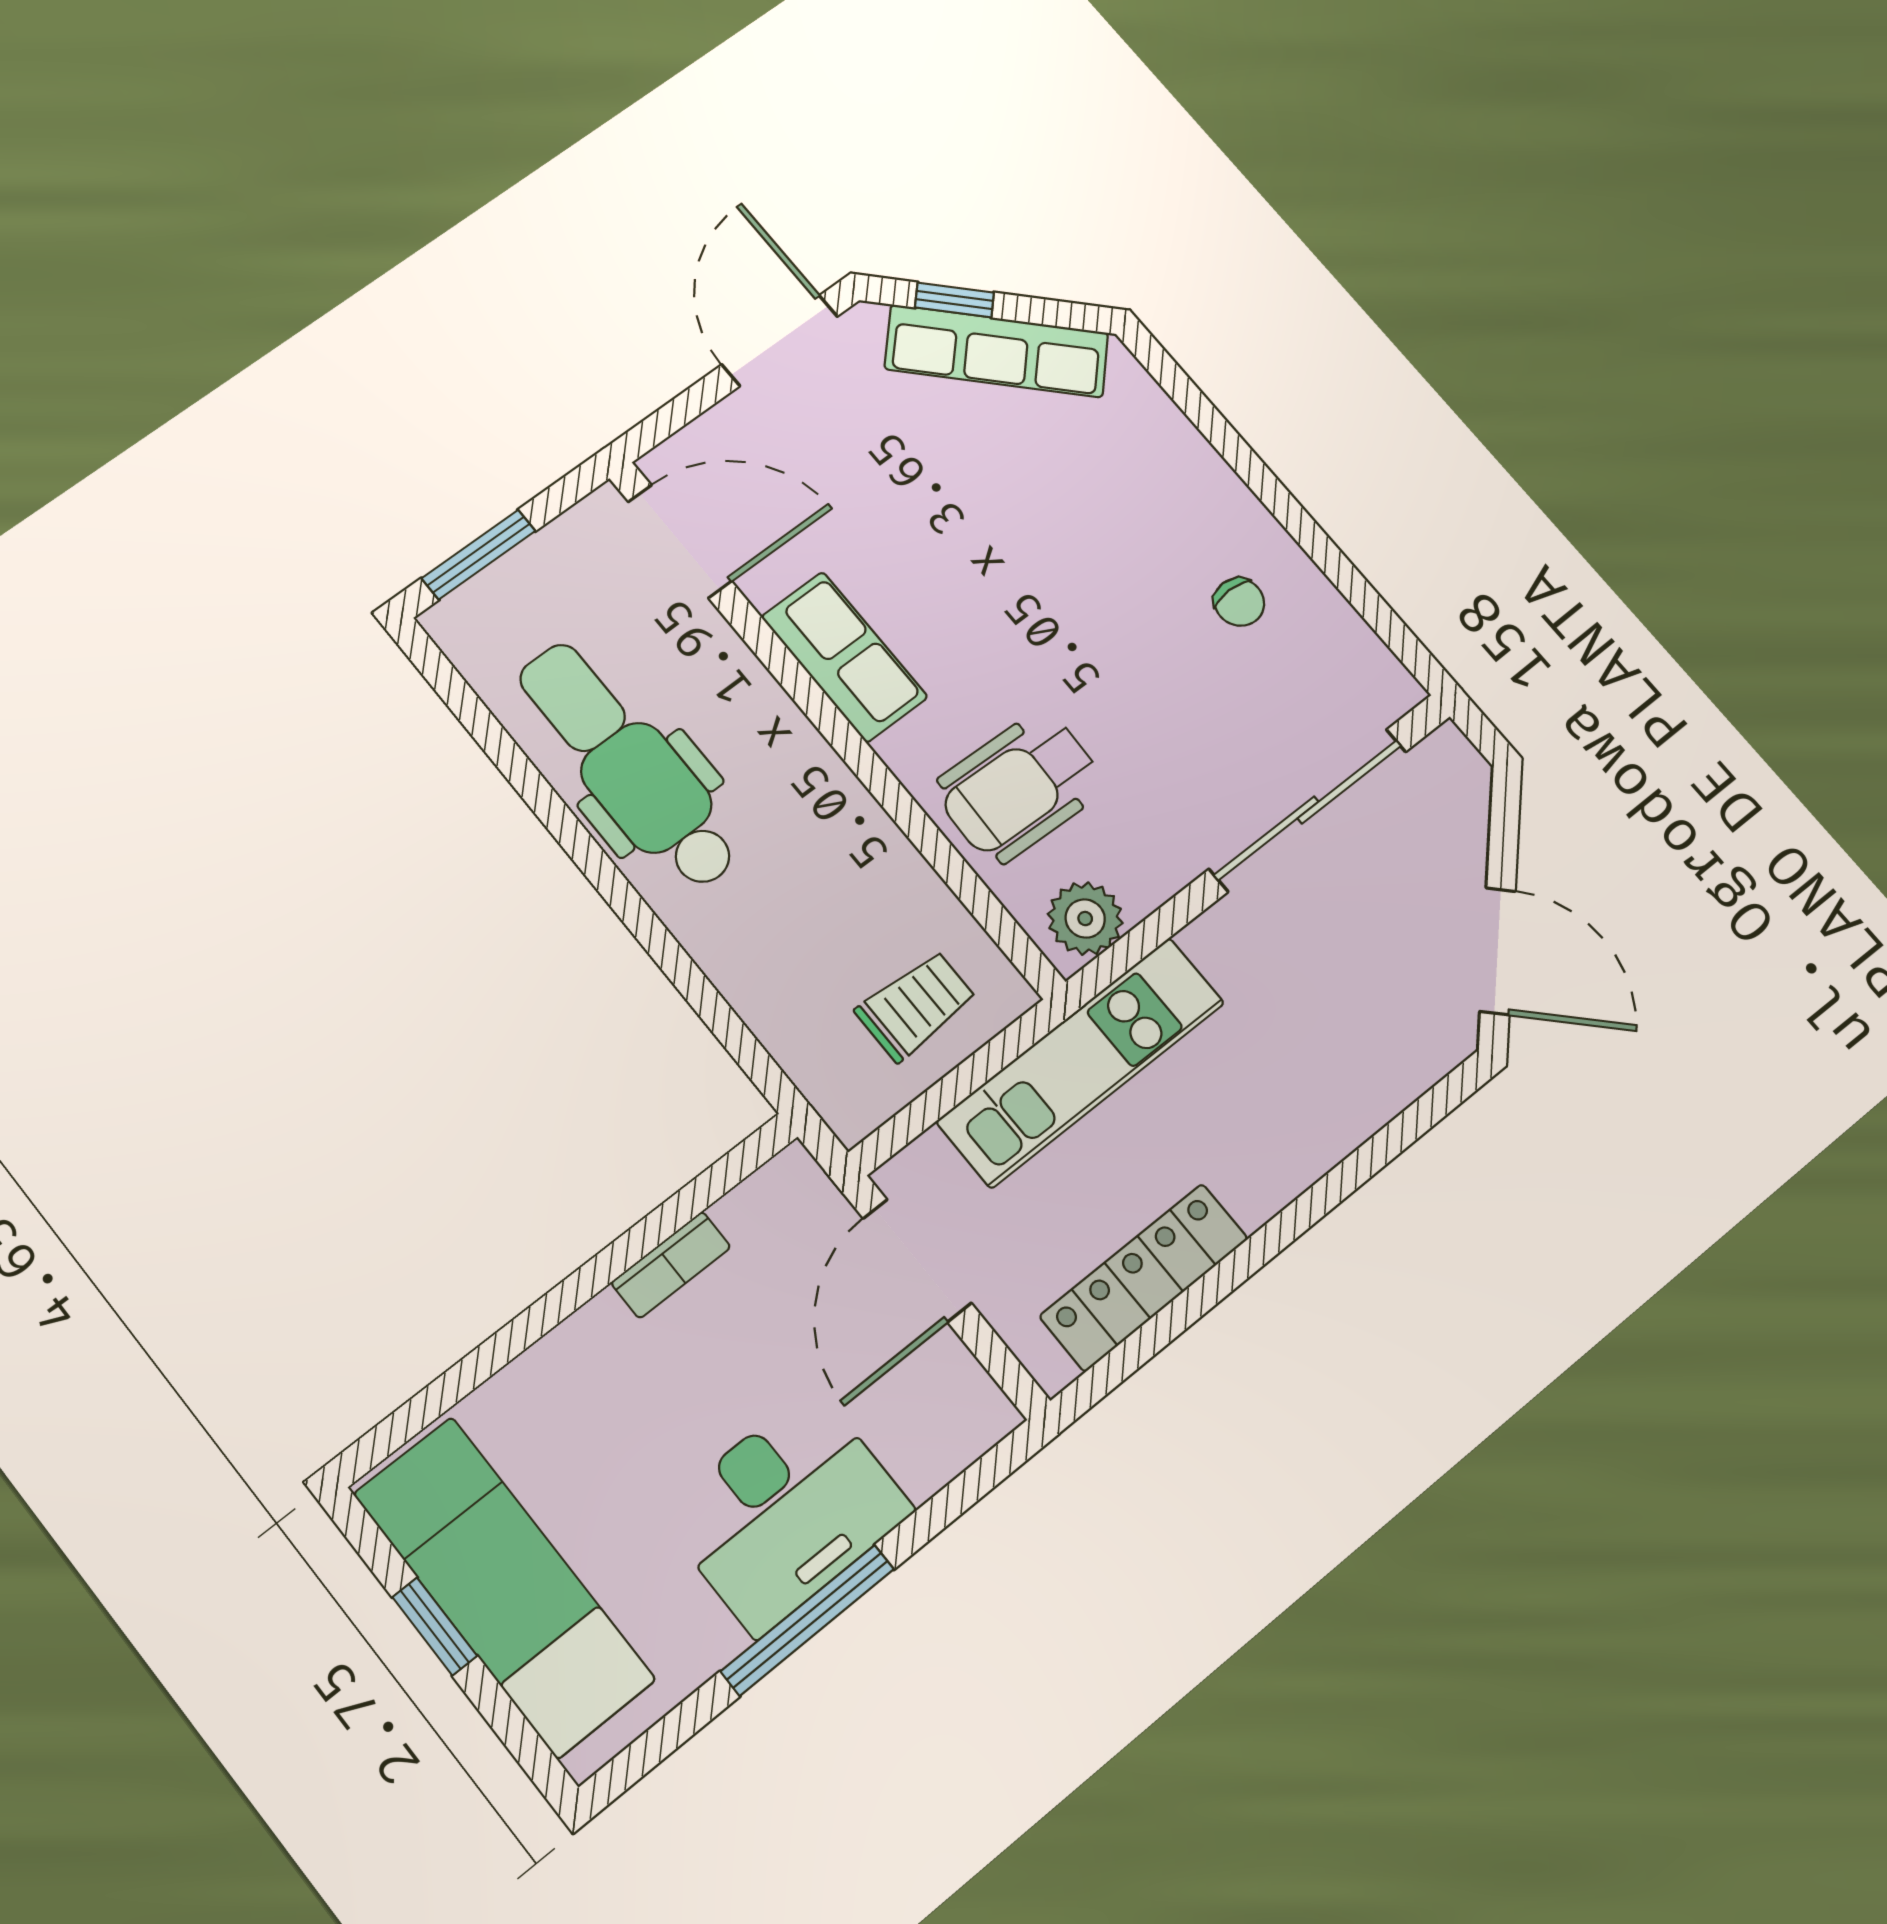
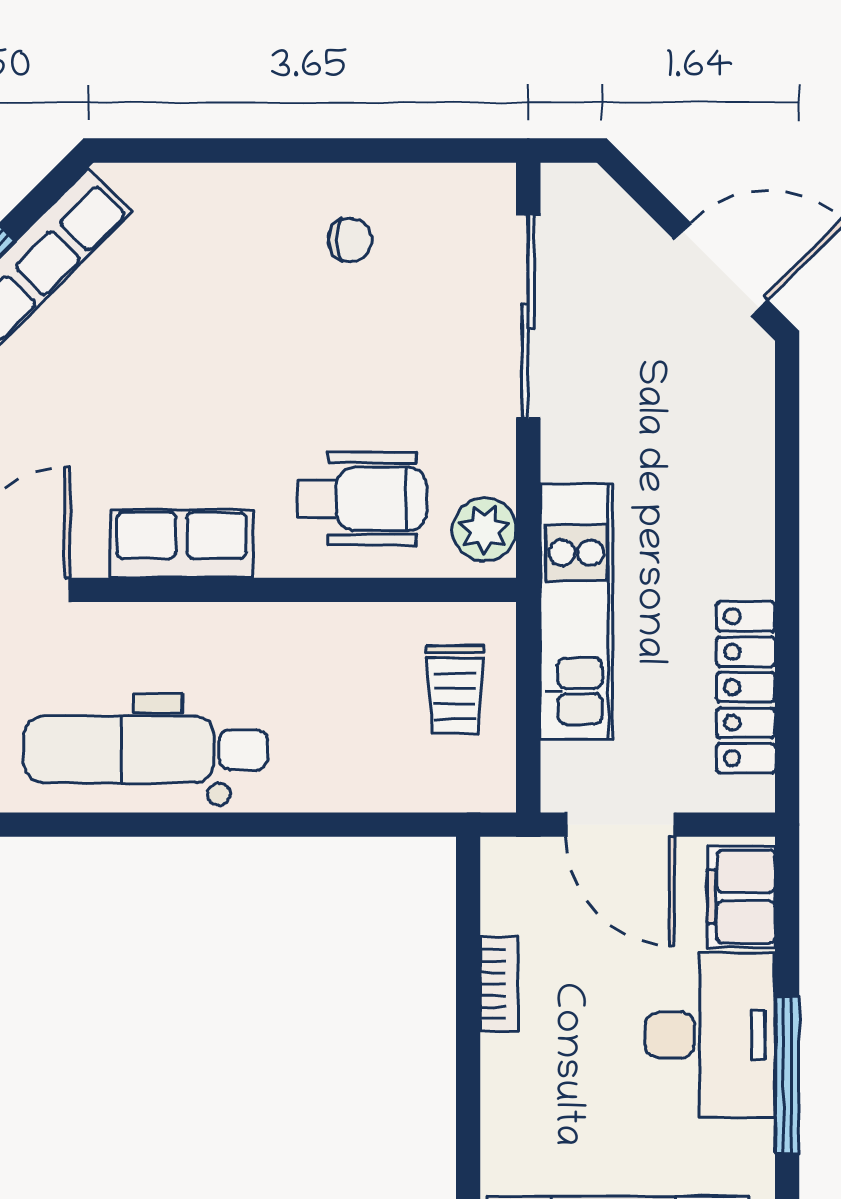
wheelchair: (1020, 787) -> (362, 499), turned -92
trolley: (916, 1006) -> (455, 690), turned 180
filing cabinet: (944, 1433) -> (741, 897), added

